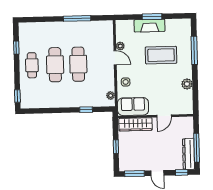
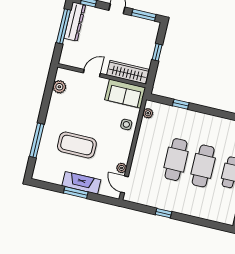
window: (77, 18) -> (164, 213), width x0.46
door: (115, 58) -> (124, 184), moved
plant: (187, 84) -> (59, 87), moved

